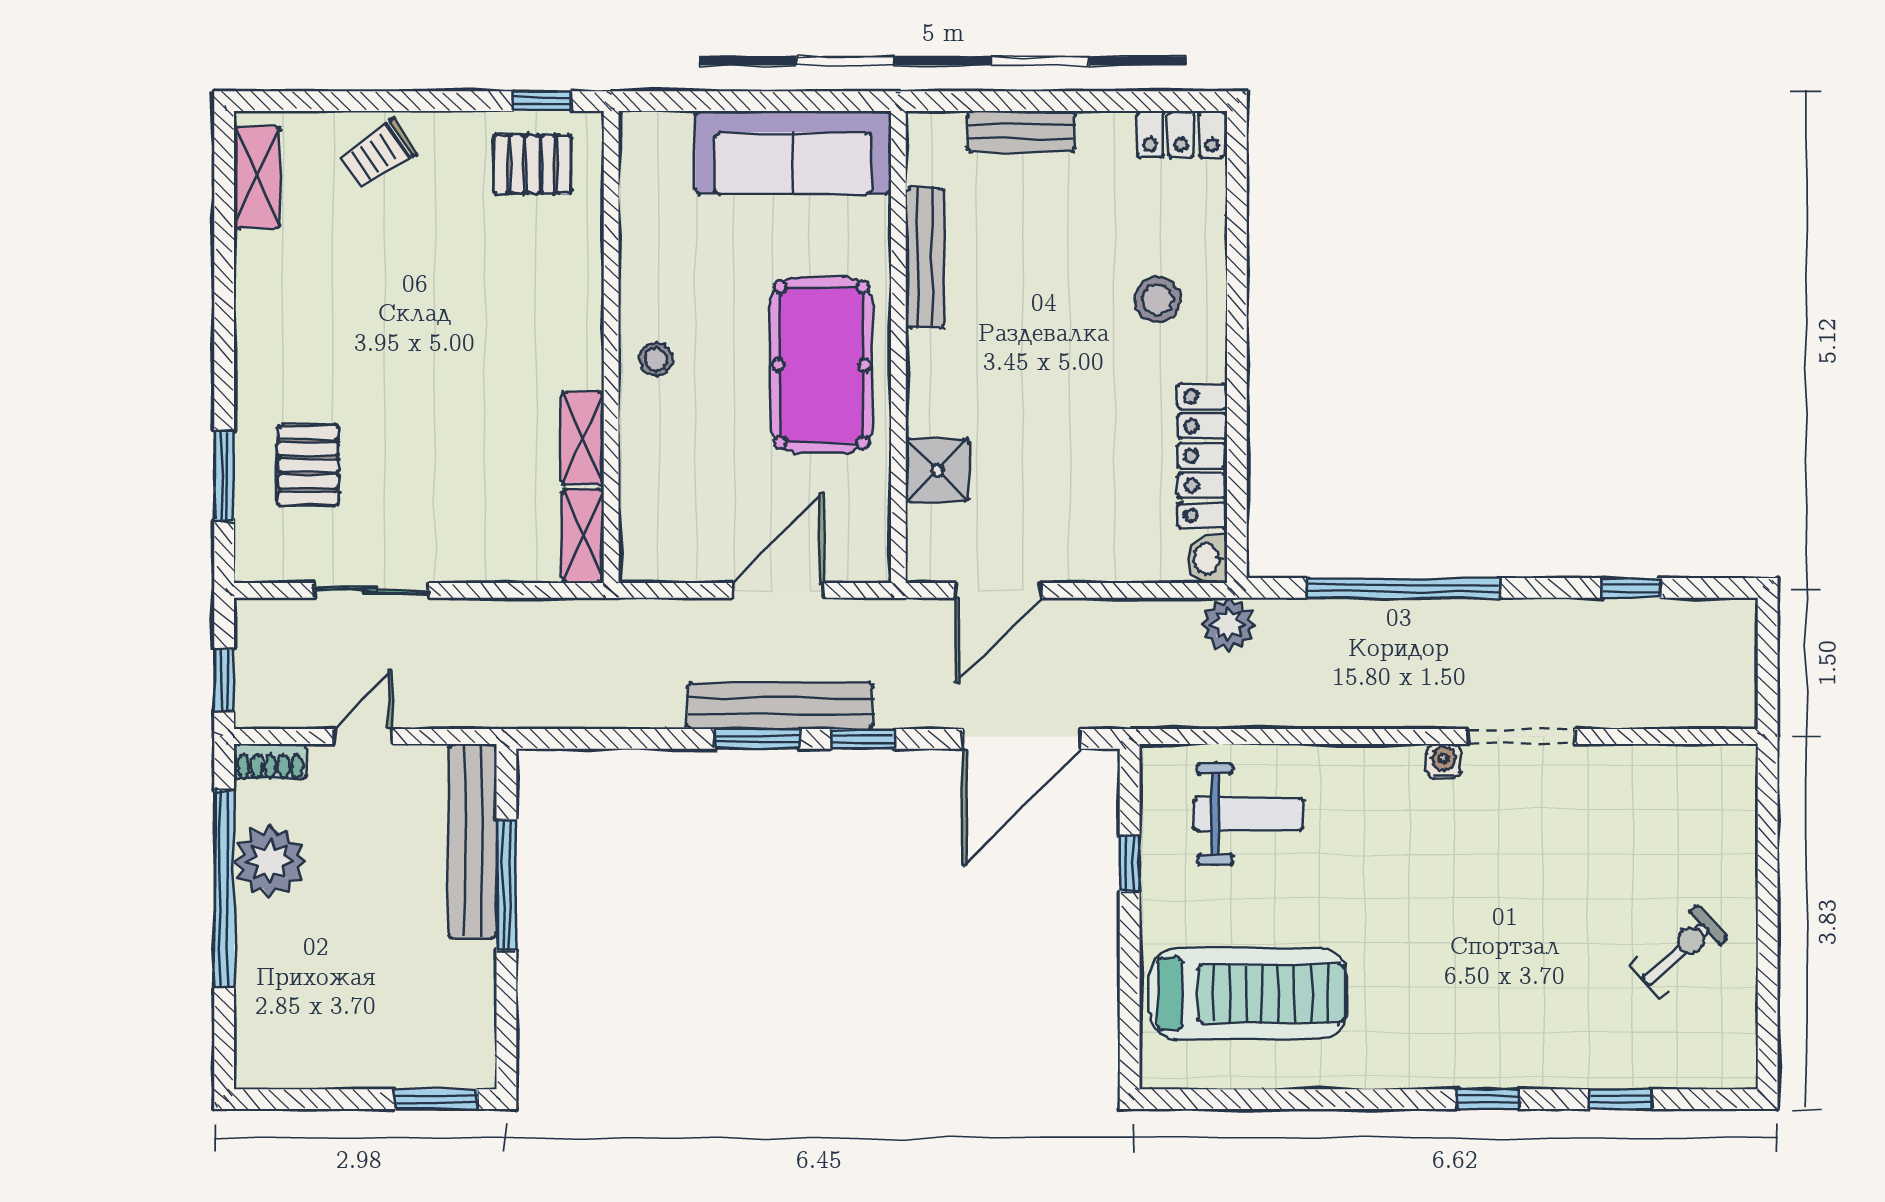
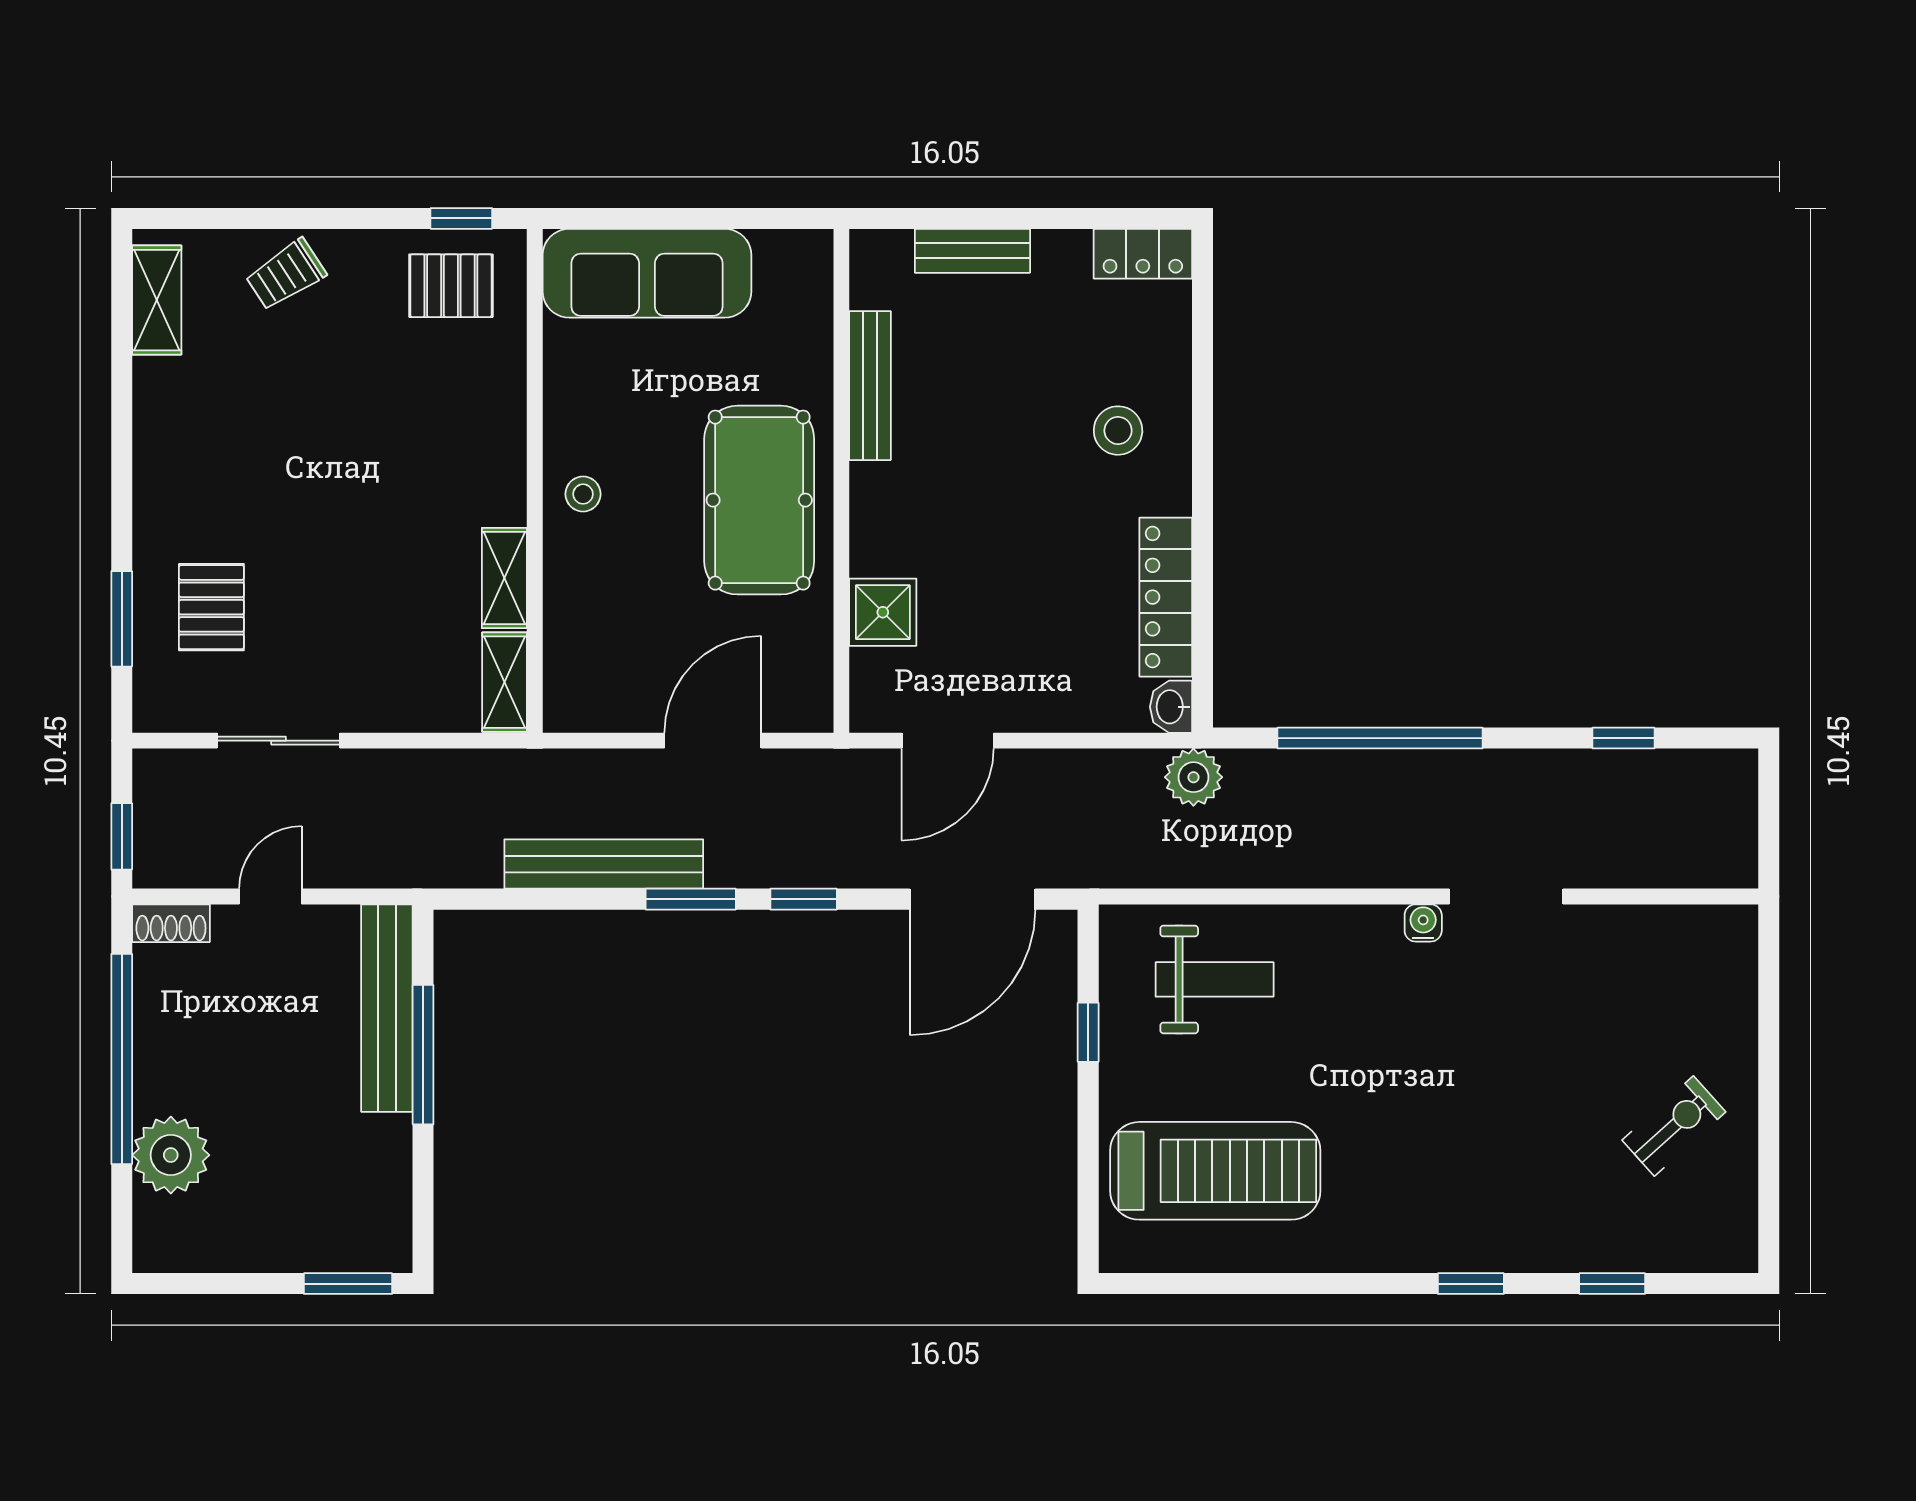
sofa: (793, 152) -> (647, 273), moved
bench: (780, 706) -> (604, 864), moved
plant: (270, 861) -> (171, 1155), moved

